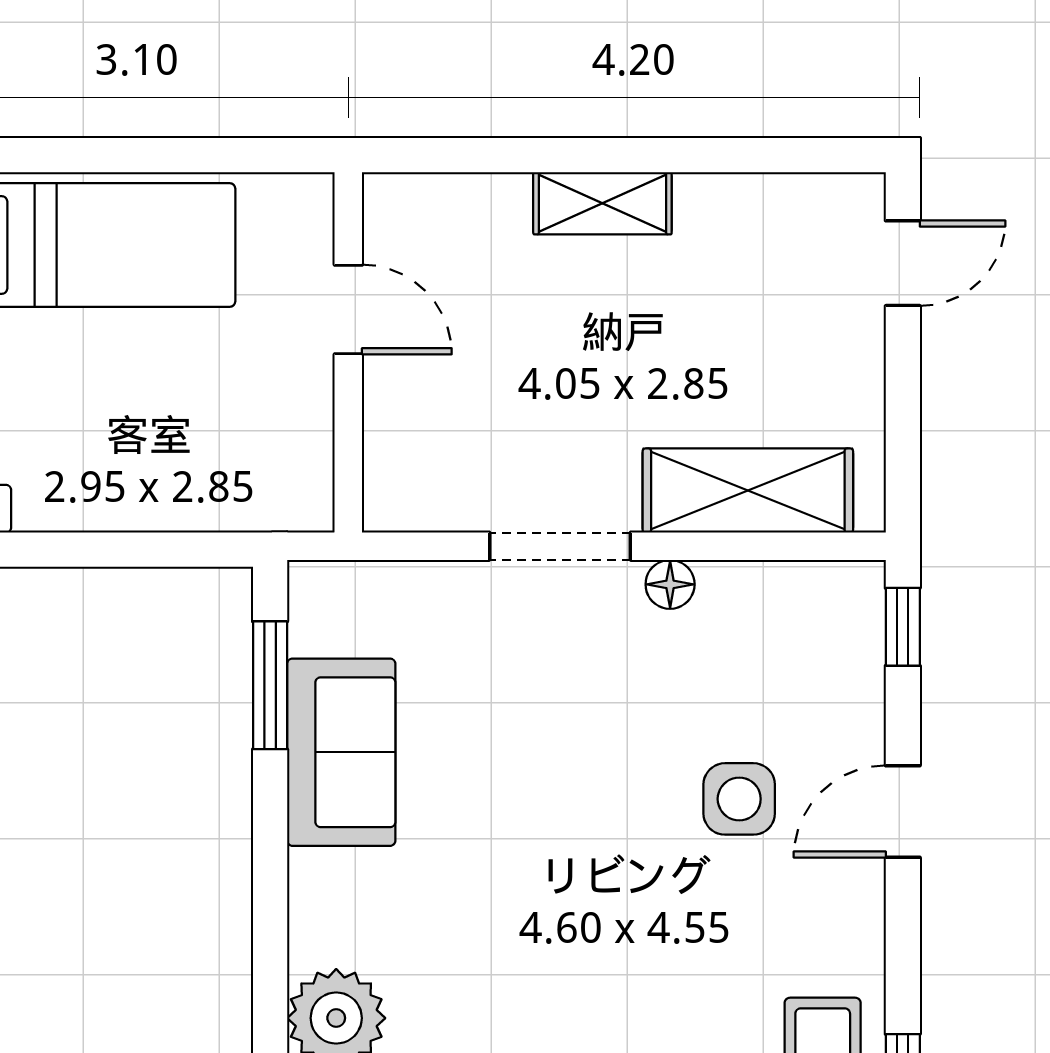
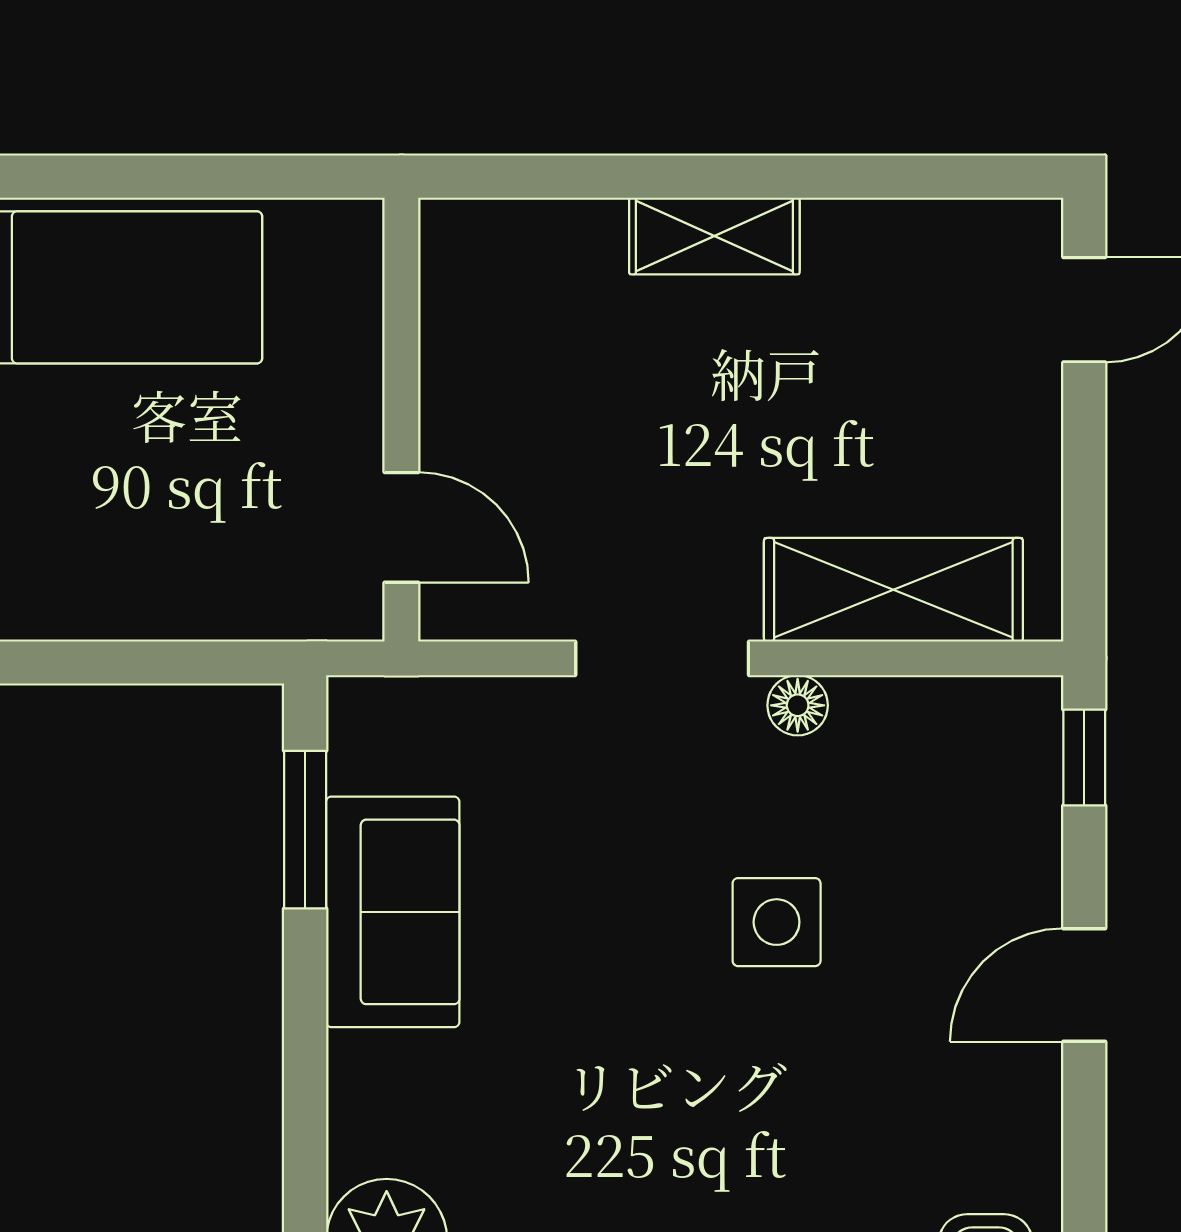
door: (348, 309) -> (401, 527), moved
side table: (739, 799) -> (777, 922), moved

